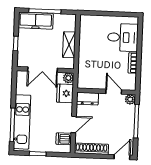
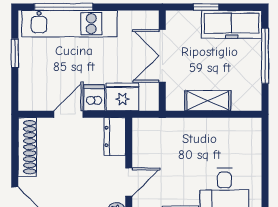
freezer: (36, 21) -> (232, 24), moved, turned -90
plant: (68, 78) -> (150, 102), removed
door: (74, 125) -> (68, 114), swing flipped
dishwasher: (64, 139) -> (94, 98), moved

